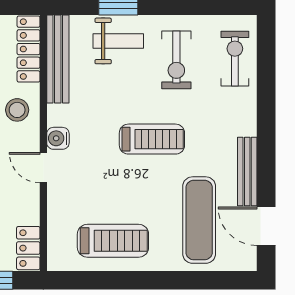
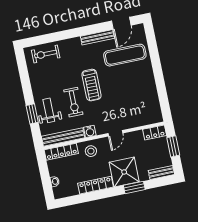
exercise bike: (176, 60) -> (73, 102), moved, turned 90
water cooler: (58, 138) -> (90, 131), moved
treadmill: (152, 139) -> (92, 85), turned 180
treadmill: (113, 241) -> (143, 93), removed

